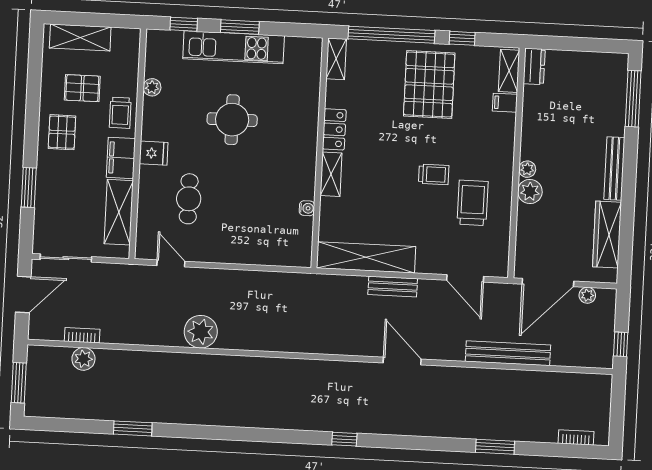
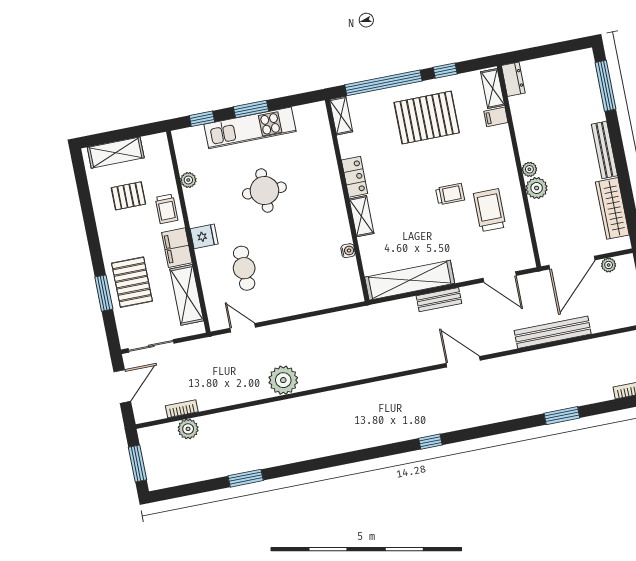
pallet: (429, 84) -> (427, 118), turned 90
pallet: (62, 132) -> (132, 282), moved, width x1.50, depth x1.42

